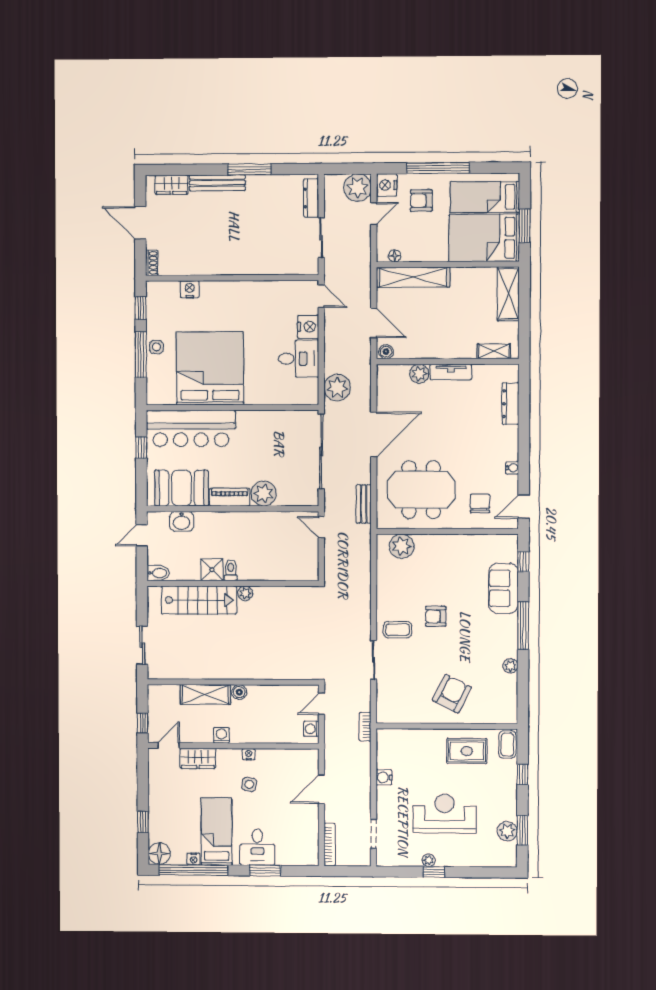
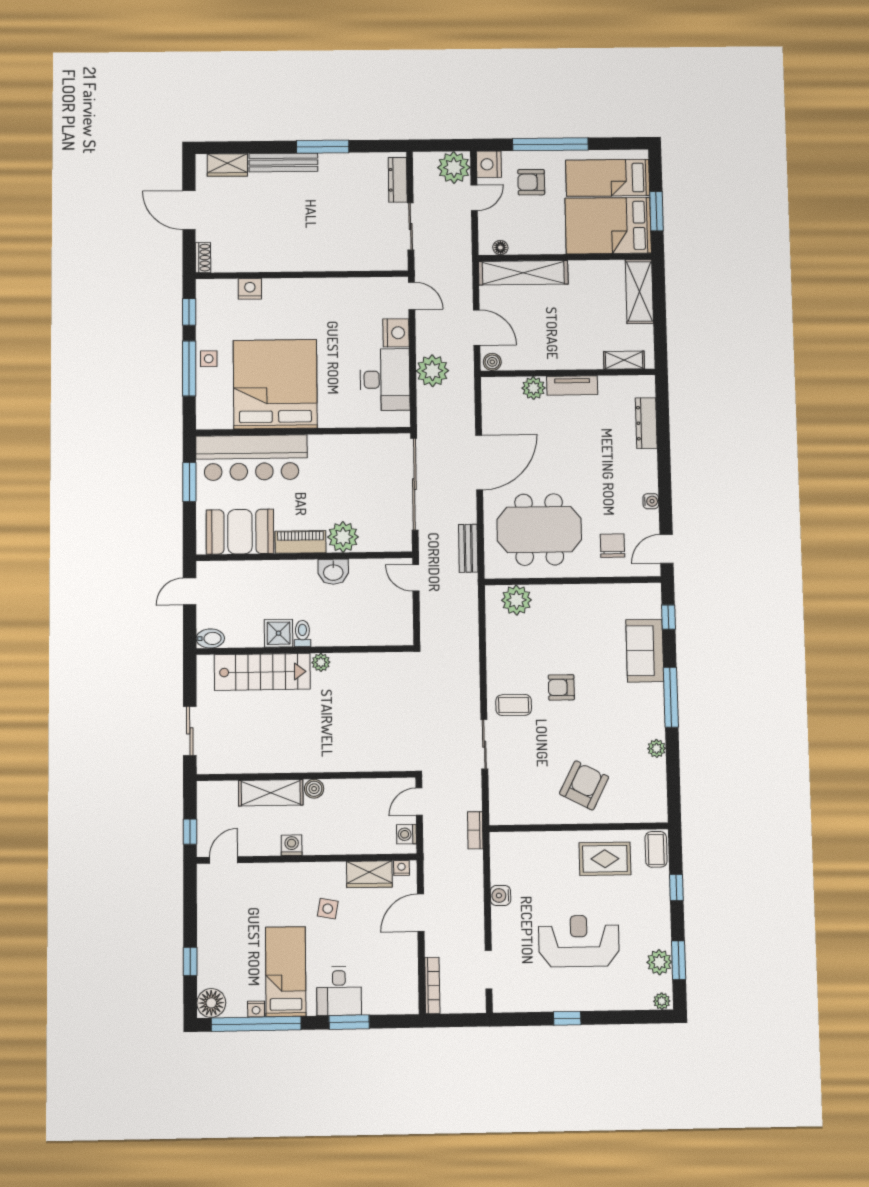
desk: (299, 359) -> (385, 380), width x1.37
plant: (337, 387) -> (432, 371), moved
window: (141, 448) -> (189, 482), width x1.50
washbasin: (182, 521) -> (333, 572), moved
nightstand: (249, 754) -> (402, 868), moved
wardrobe: (198, 758) -> (369, 874), moved
plant: (429, 860) -> (662, 1001), moved

